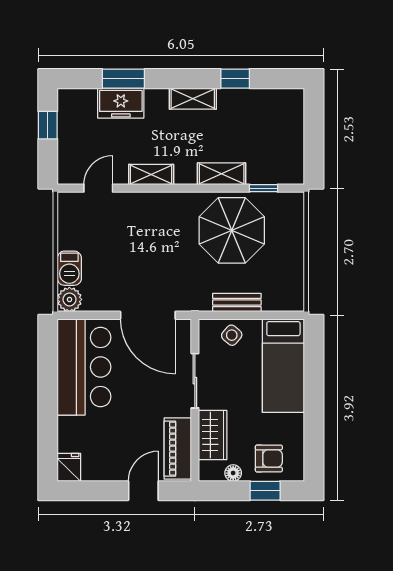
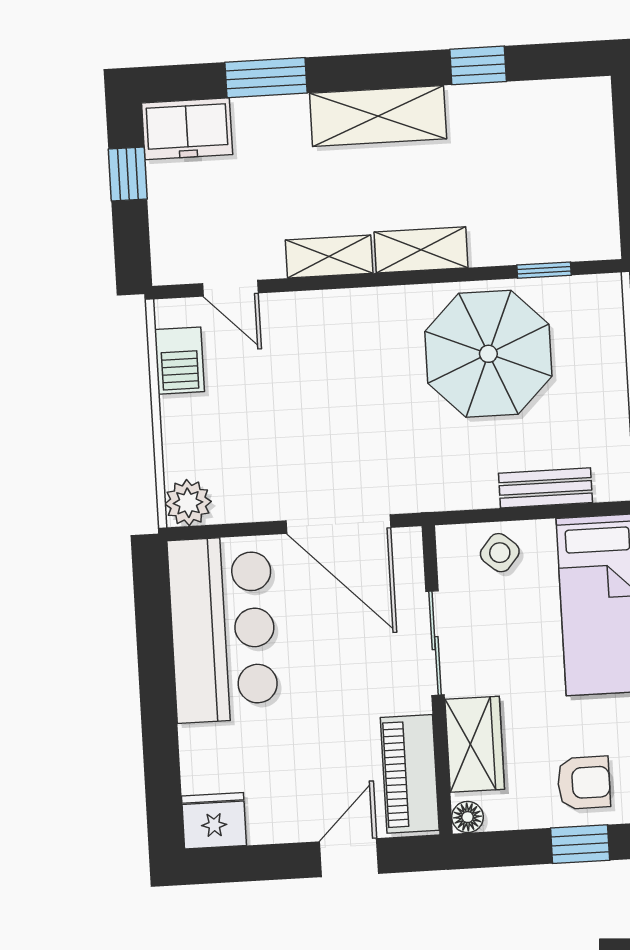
shelving: (193, 99) -> (378, 116), width x1.50, depth x1.33
freezer: (121, 103) -> (187, 129), moved
shelving: (222, 174) -> (421, 250), moved
door: (98, 188) -> (230, 288), swing flipped
barbecue: (69, 268) -> (180, 361), moved
bench: (237, 303) -> (545, 488), moved
fridge: (69, 467) -> (214, 821), width x1.38
floor lamp: (233, 473) -> (468, 817), moved

